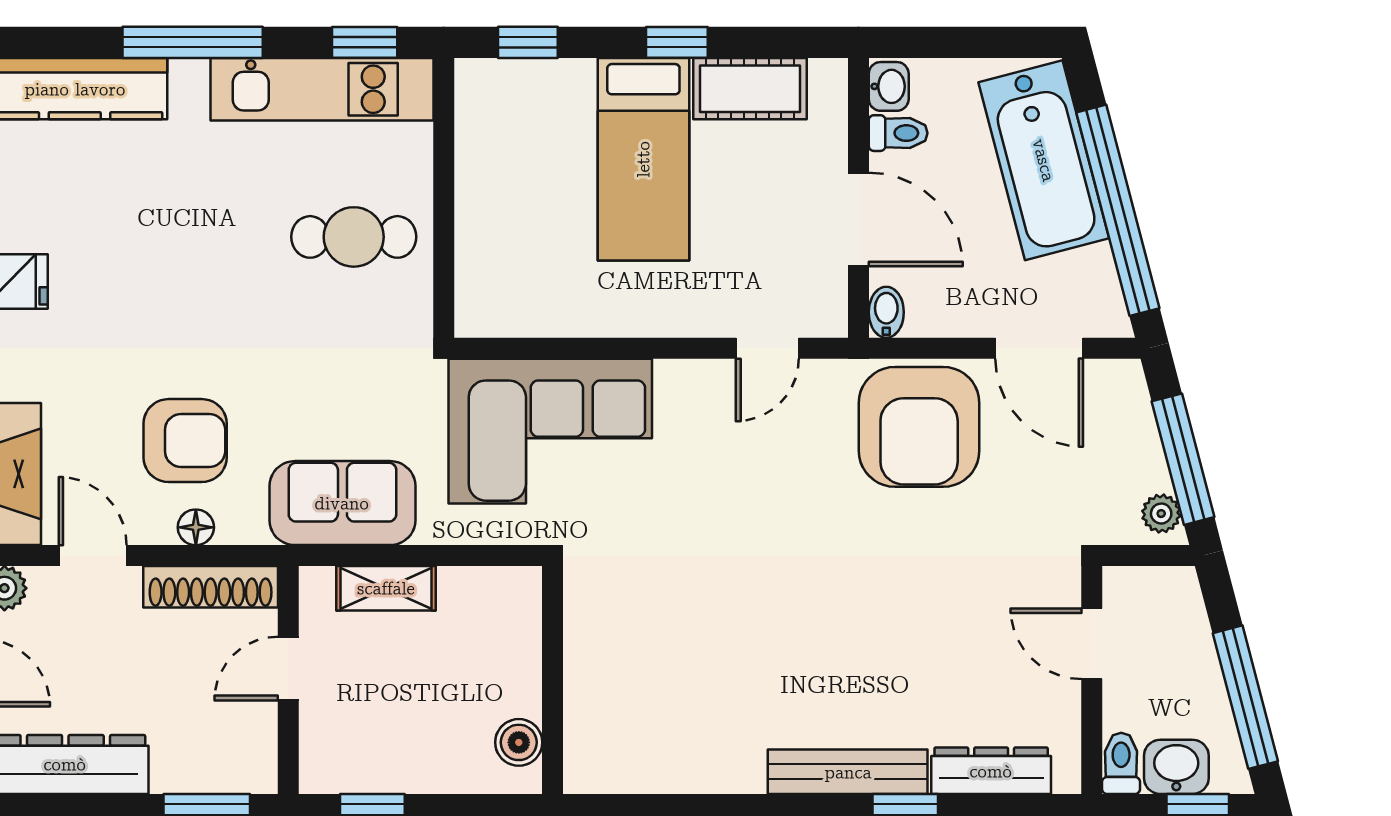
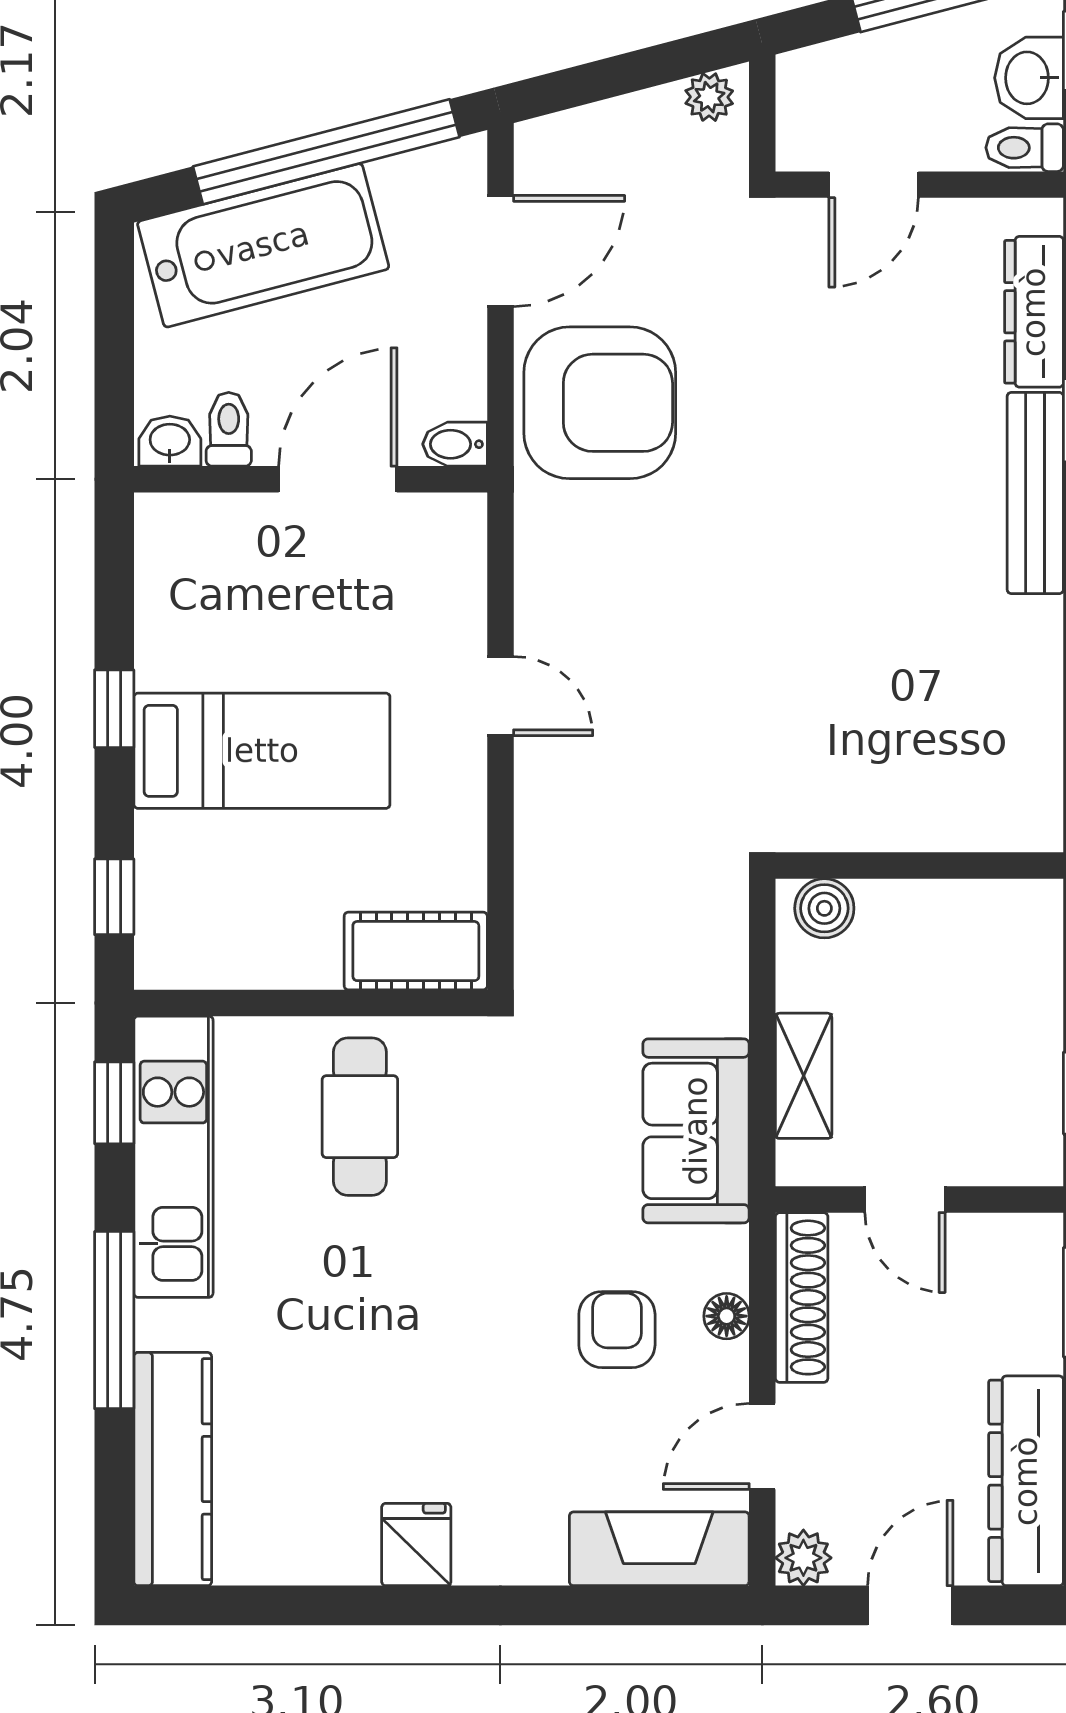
cot: (750, 89) -> (416, 951), moved, turned 90
door: (767, 348) -> (500, 696), moved
corner sofa: (550, 431) -> (605, 869), removed
armchair: (185, 441) -> (617, 1330), width x0.72, depth x0.72
window: (1183, 459) -> (641, 69), removed
boiler: (519, 742) -> (824, 908), moved

